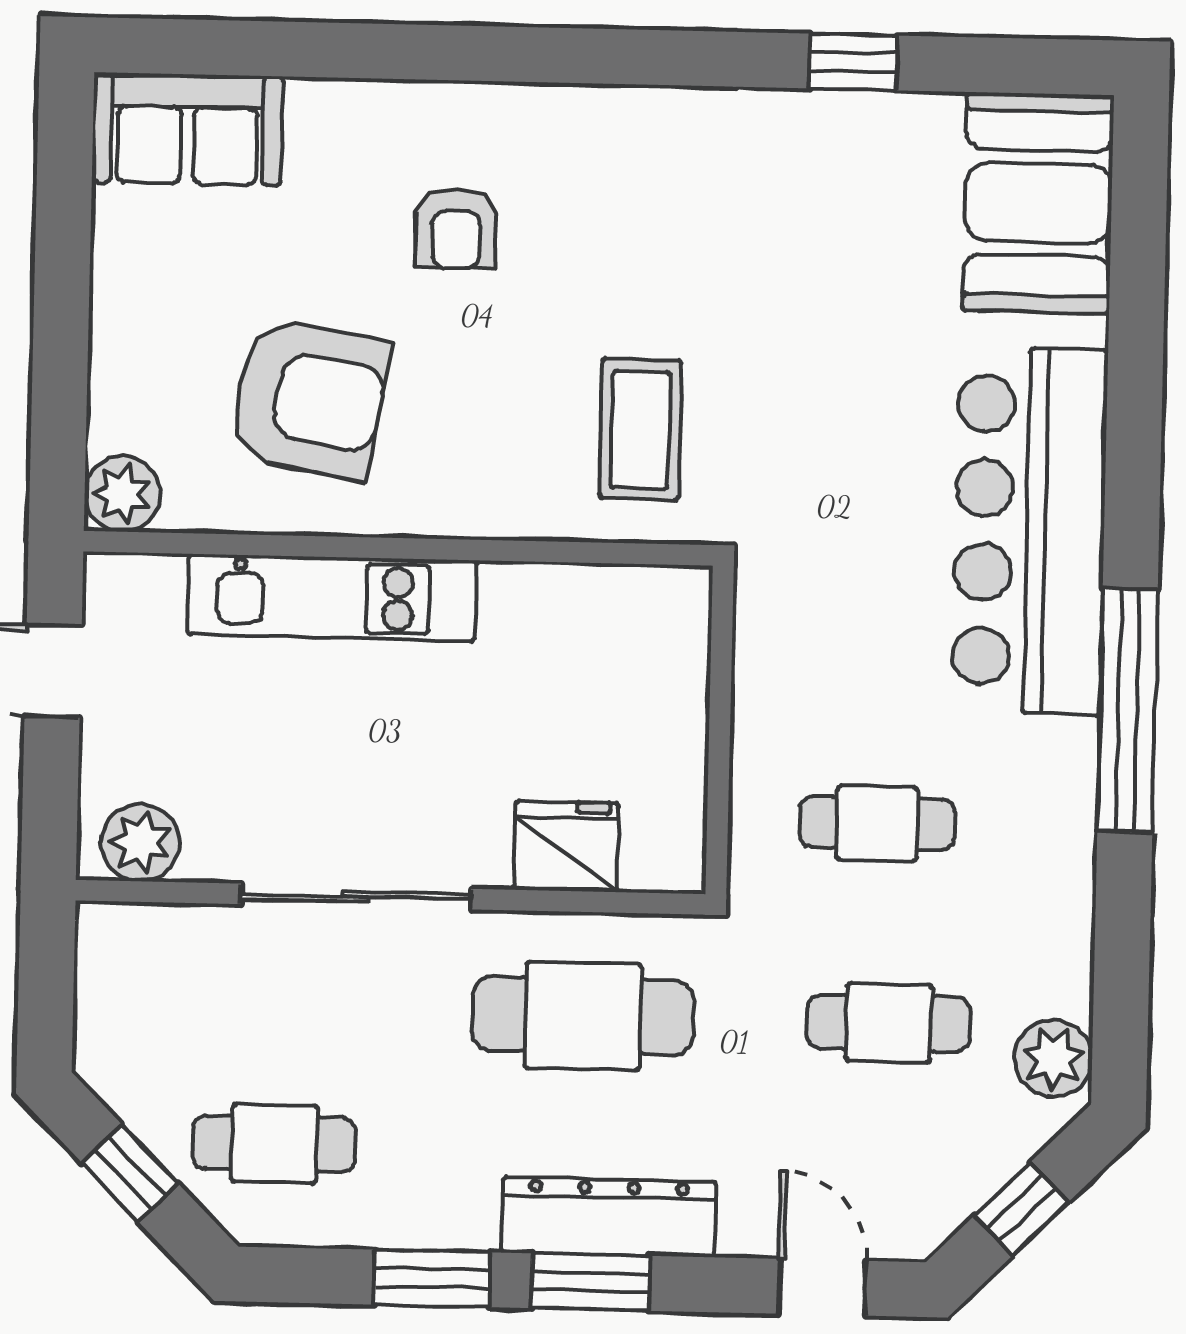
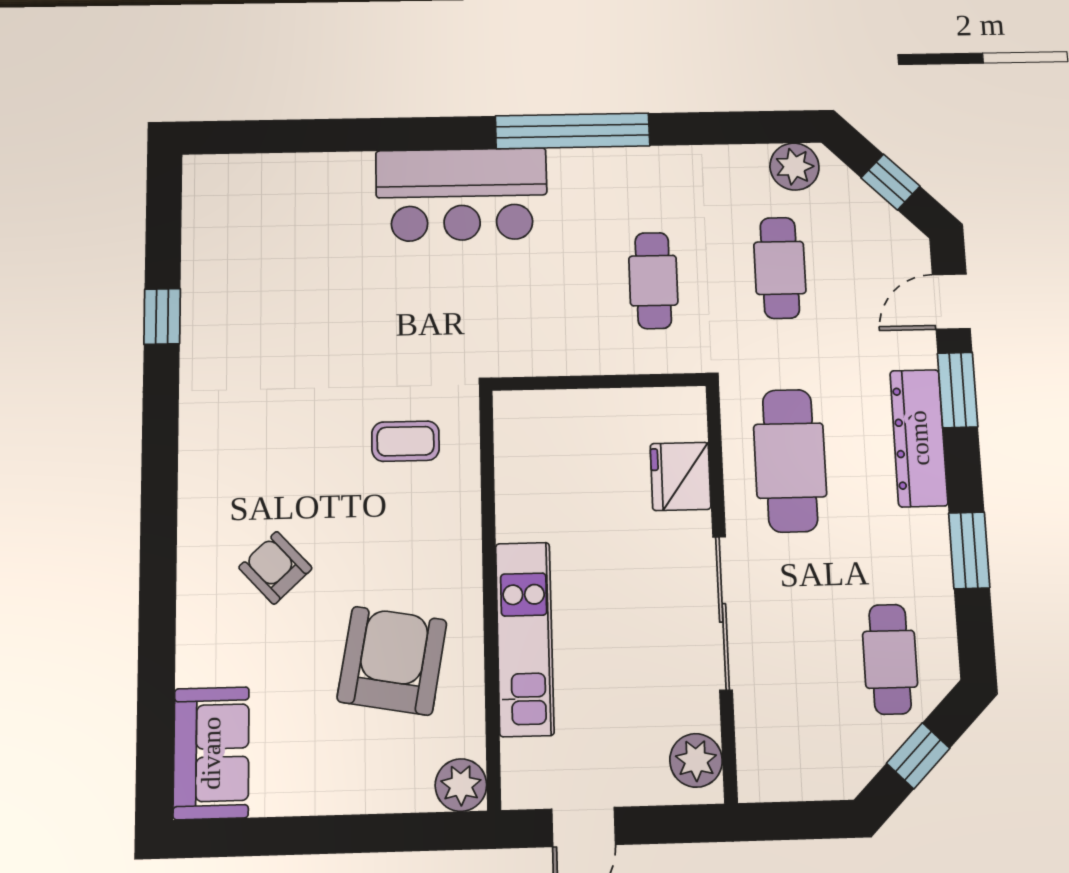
booth: (1038, 203) -> (252, 198), removed
armchair: (456, 228) -> (275, 568), turned -133
coffee table: (640, 430) -> (405, 441), width x0.73, depth x0.77
bar counter: (1030, 531) -> (462, 195), width x0.73
window: (590, 1282) -> (958, 390), moved

